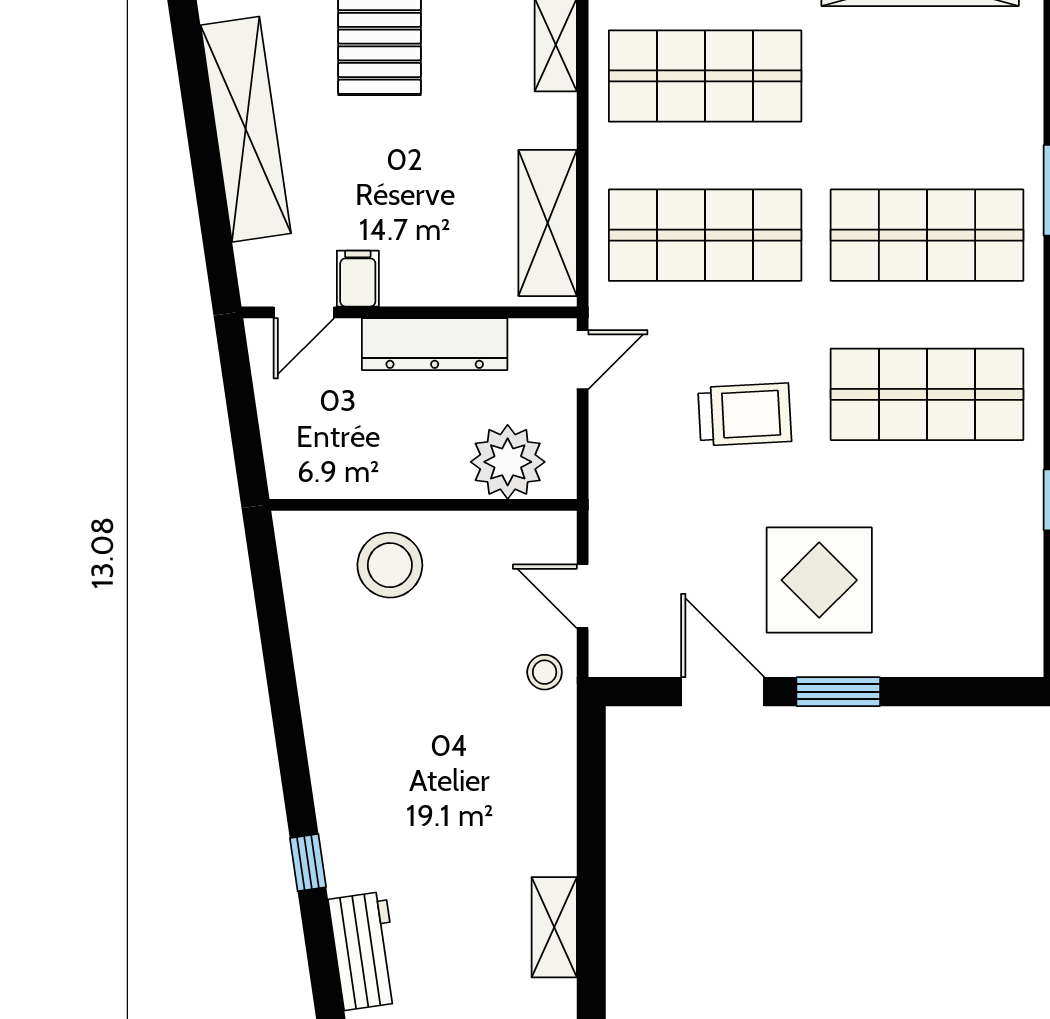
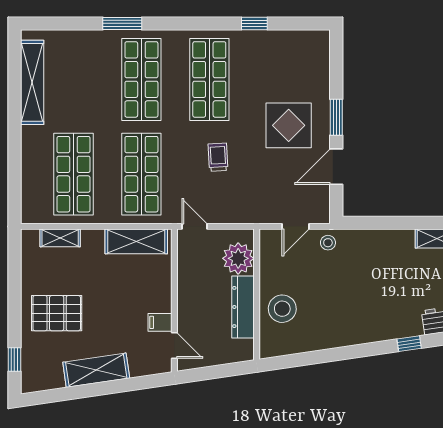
shelving: (246, 129) -> (96, 370), width x0.68
dresser: (435, 344) -> (243, 307), moved, turned 180
trolley: (745, 414) -> (218, 157), width x0.73, depth x0.72

